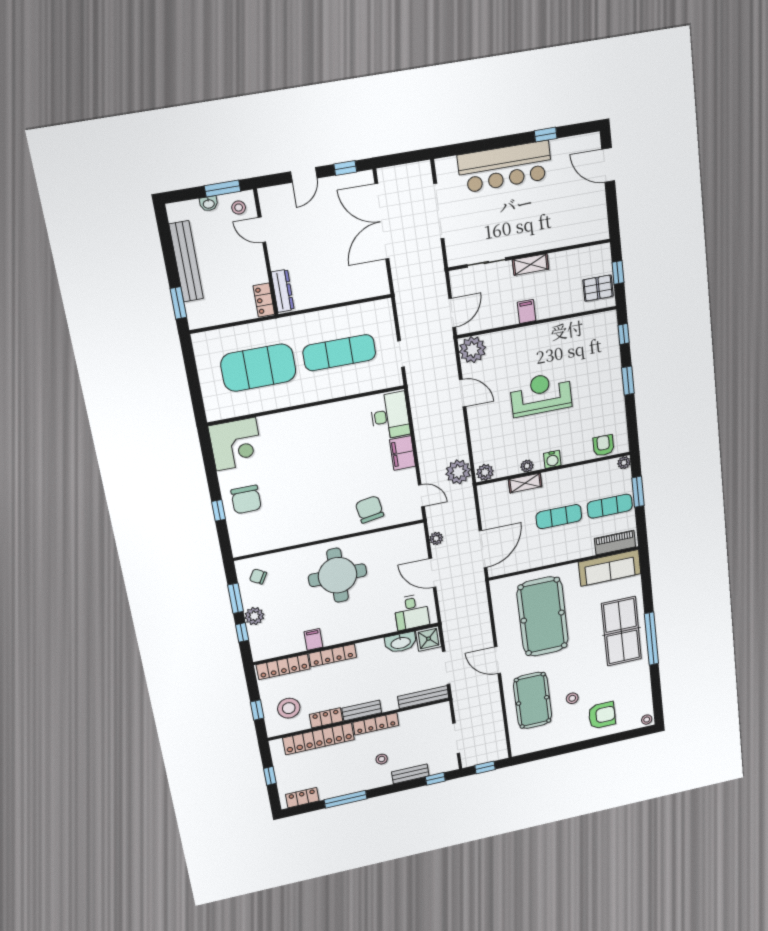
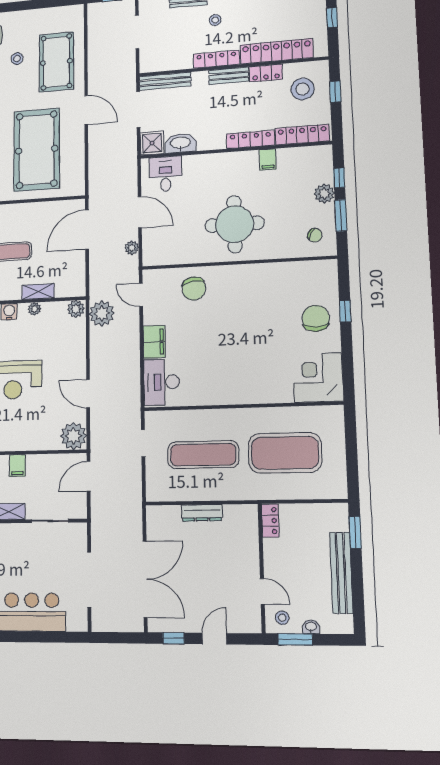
dresser: (283, 291) -> (202, 513), moved, turned -90

